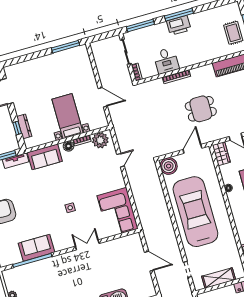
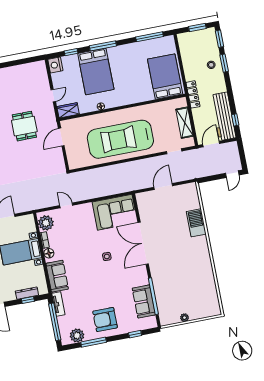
door: (192, 149) -> (61, 137), hinge flipped
boiler: (169, 166) -> (76, 161), removed
double door: (87, 245) -> (143, 243), width x1.87
sofa: (36, 248) -> (144, 301), moved

